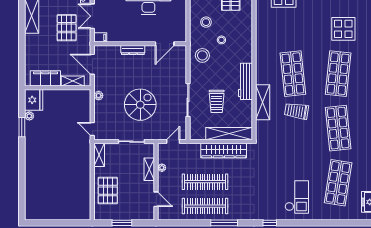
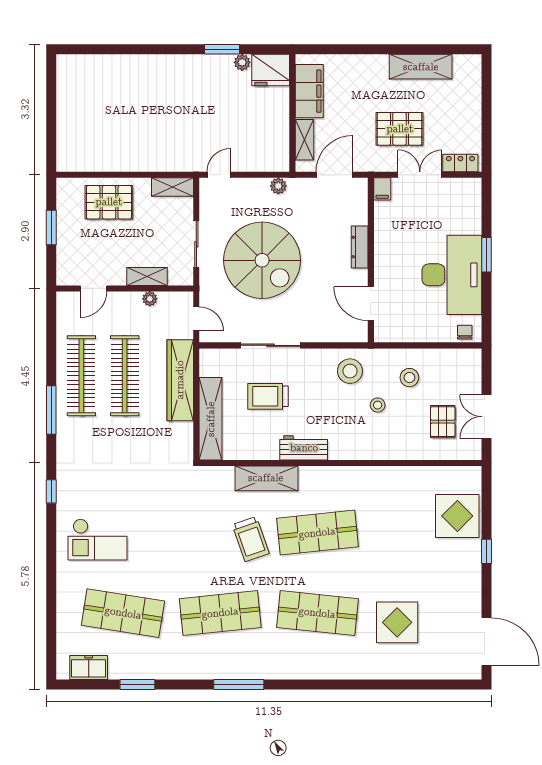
workbench: (245, 81) -> (304, 448), width x0.73
spiral stairs: (140, 105) -> (262, 260), width x1.37, depth x1.37
trolley: (297, 111) -> (251, 539), turned 152
wardrobe: (224, 151) -> (180, 380), moved

